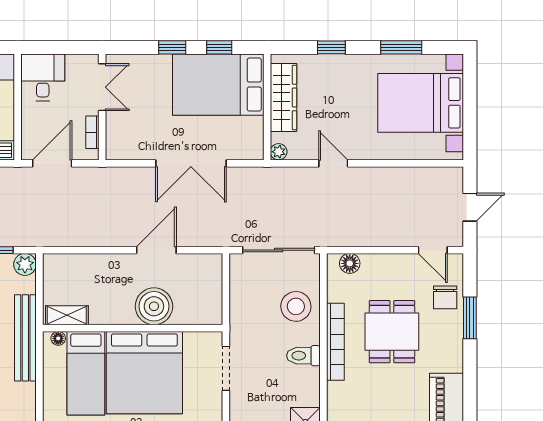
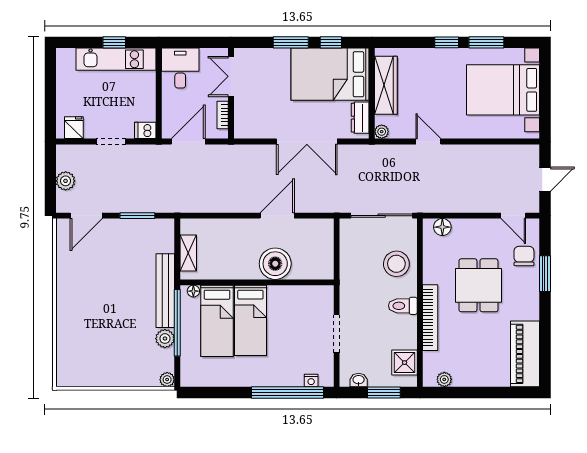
window: (172, 47) -> (291, 42), width x1.50
window: (331, 47) -> (447, 42), moved
double door: (102, 87) -> (231, 76), swing flipped
dresser: (253, 135) -> (360, 118), added
plant: (25, 264) -> (165, 339), moved
chair: (445, 297) -> (524, 256), turned 180
shelving: (67, 315) -> (188, 253), moved, turned 90
bookcase: (335, 342) -> (430, 318), moved
doorway: (226, 368) -> (337, 334), moved
bed: (144, 373) -> (250, 320), width x0.49
window: (39, 375) -> (177, 323), added

